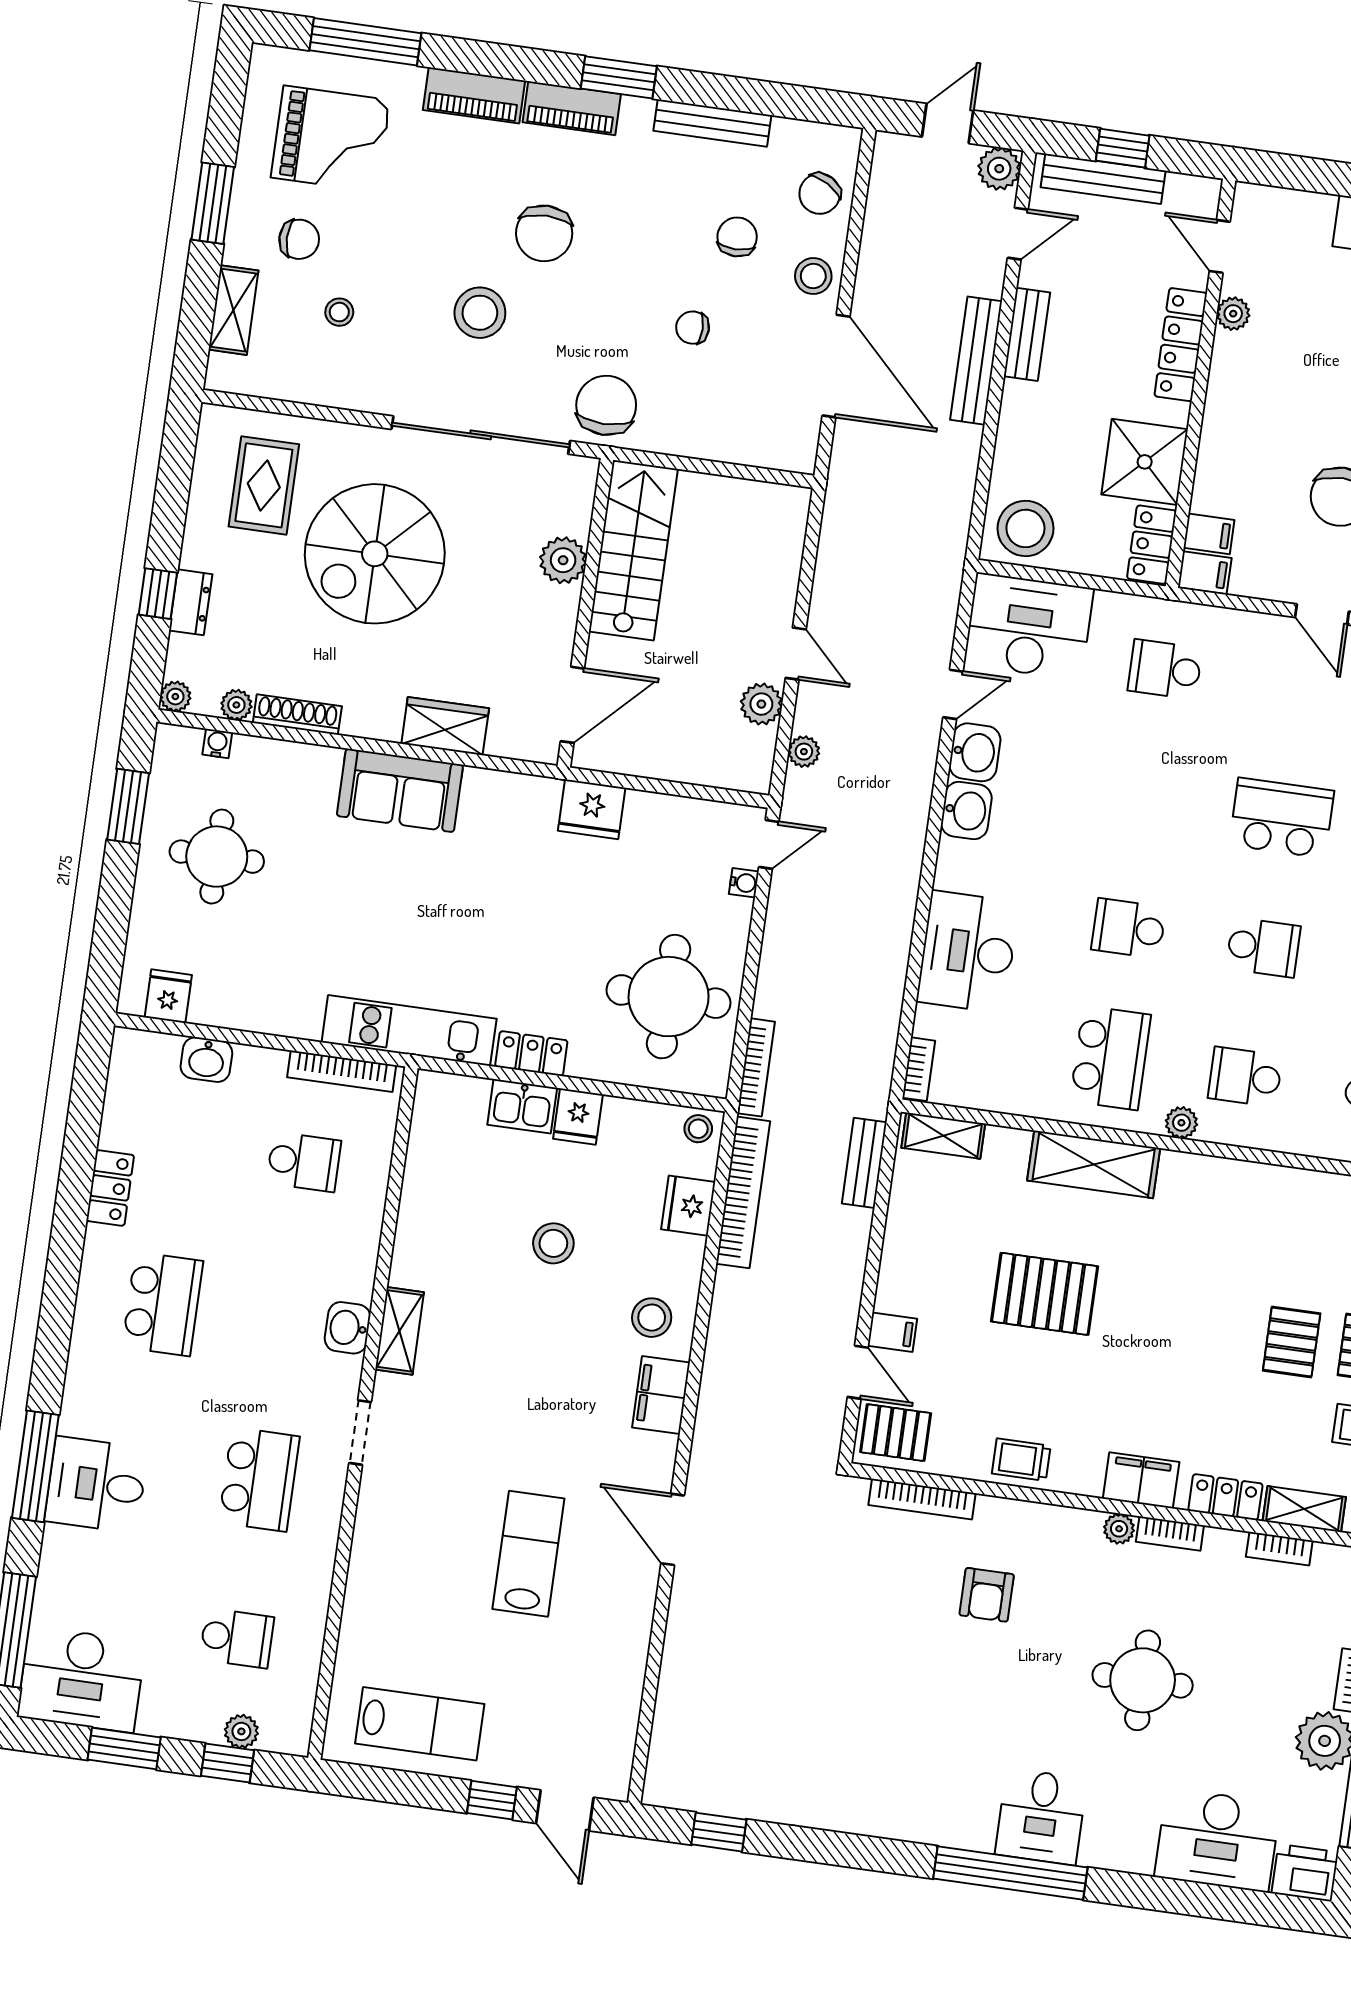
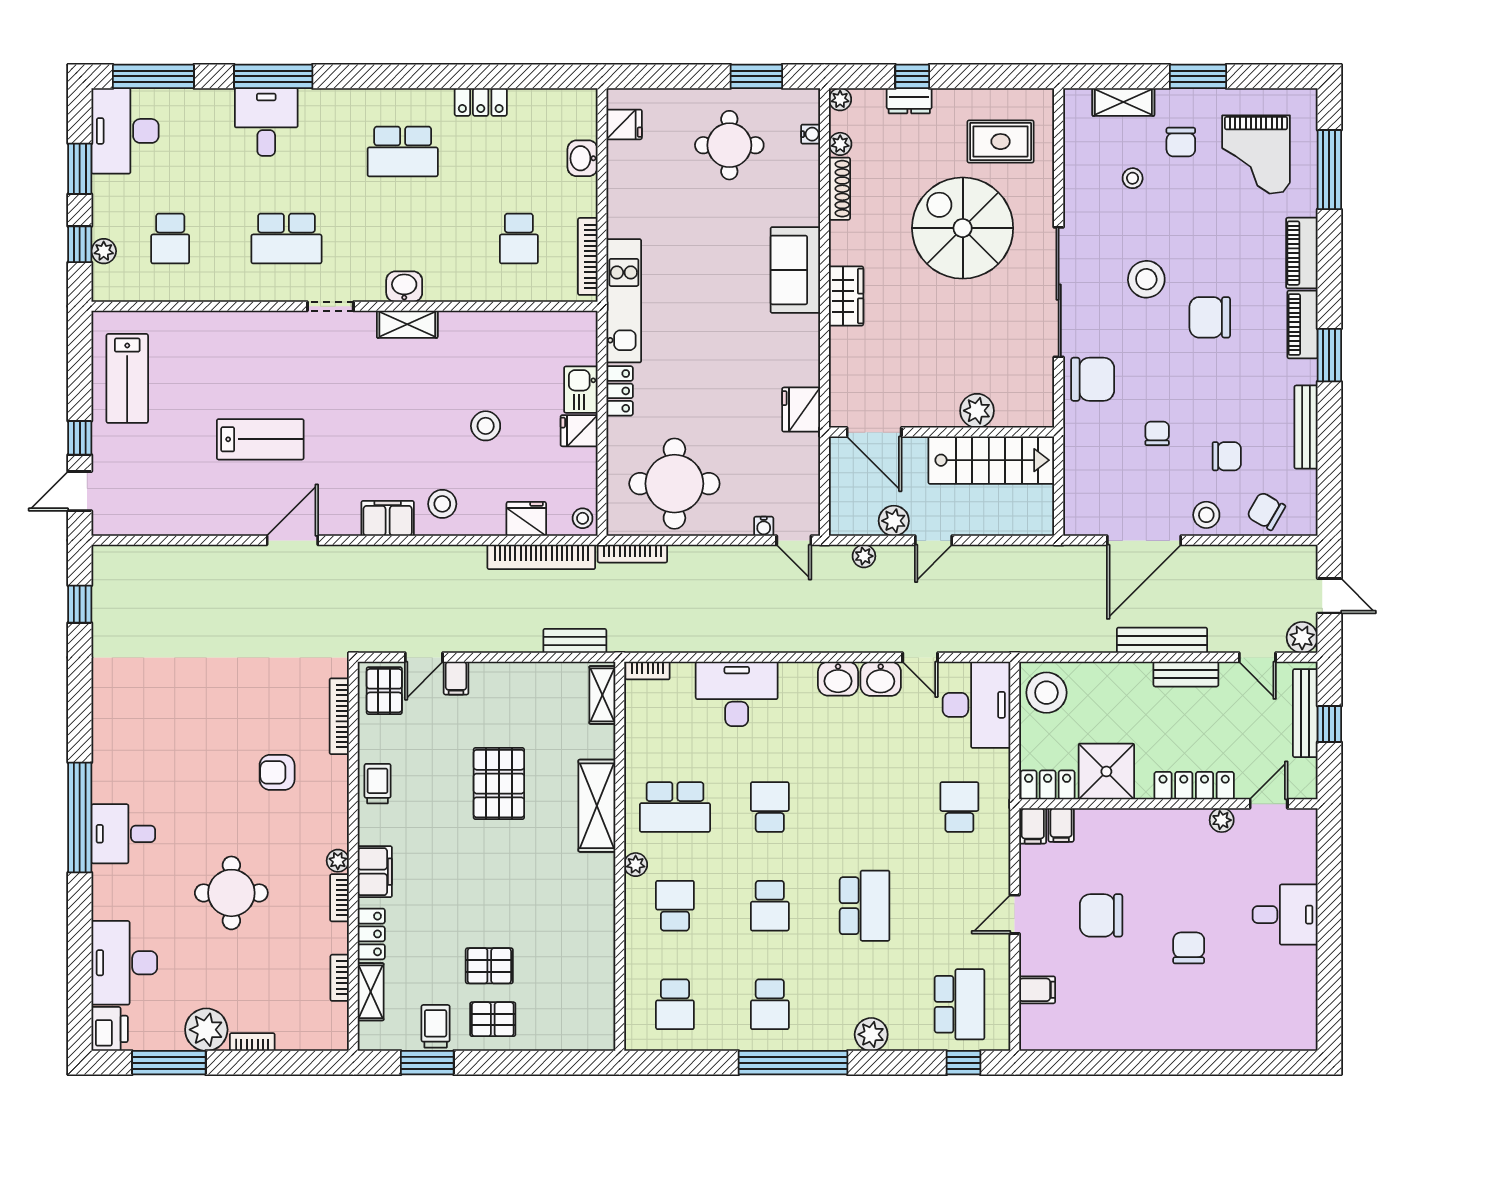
stairs: (633, 550) -> (991, 460), moved
plant: (563, 560) -> (977, 411), moved
wall: (585, 613) -> (942, 432), moved
door: (572, 705) -> (874, 432), moved

